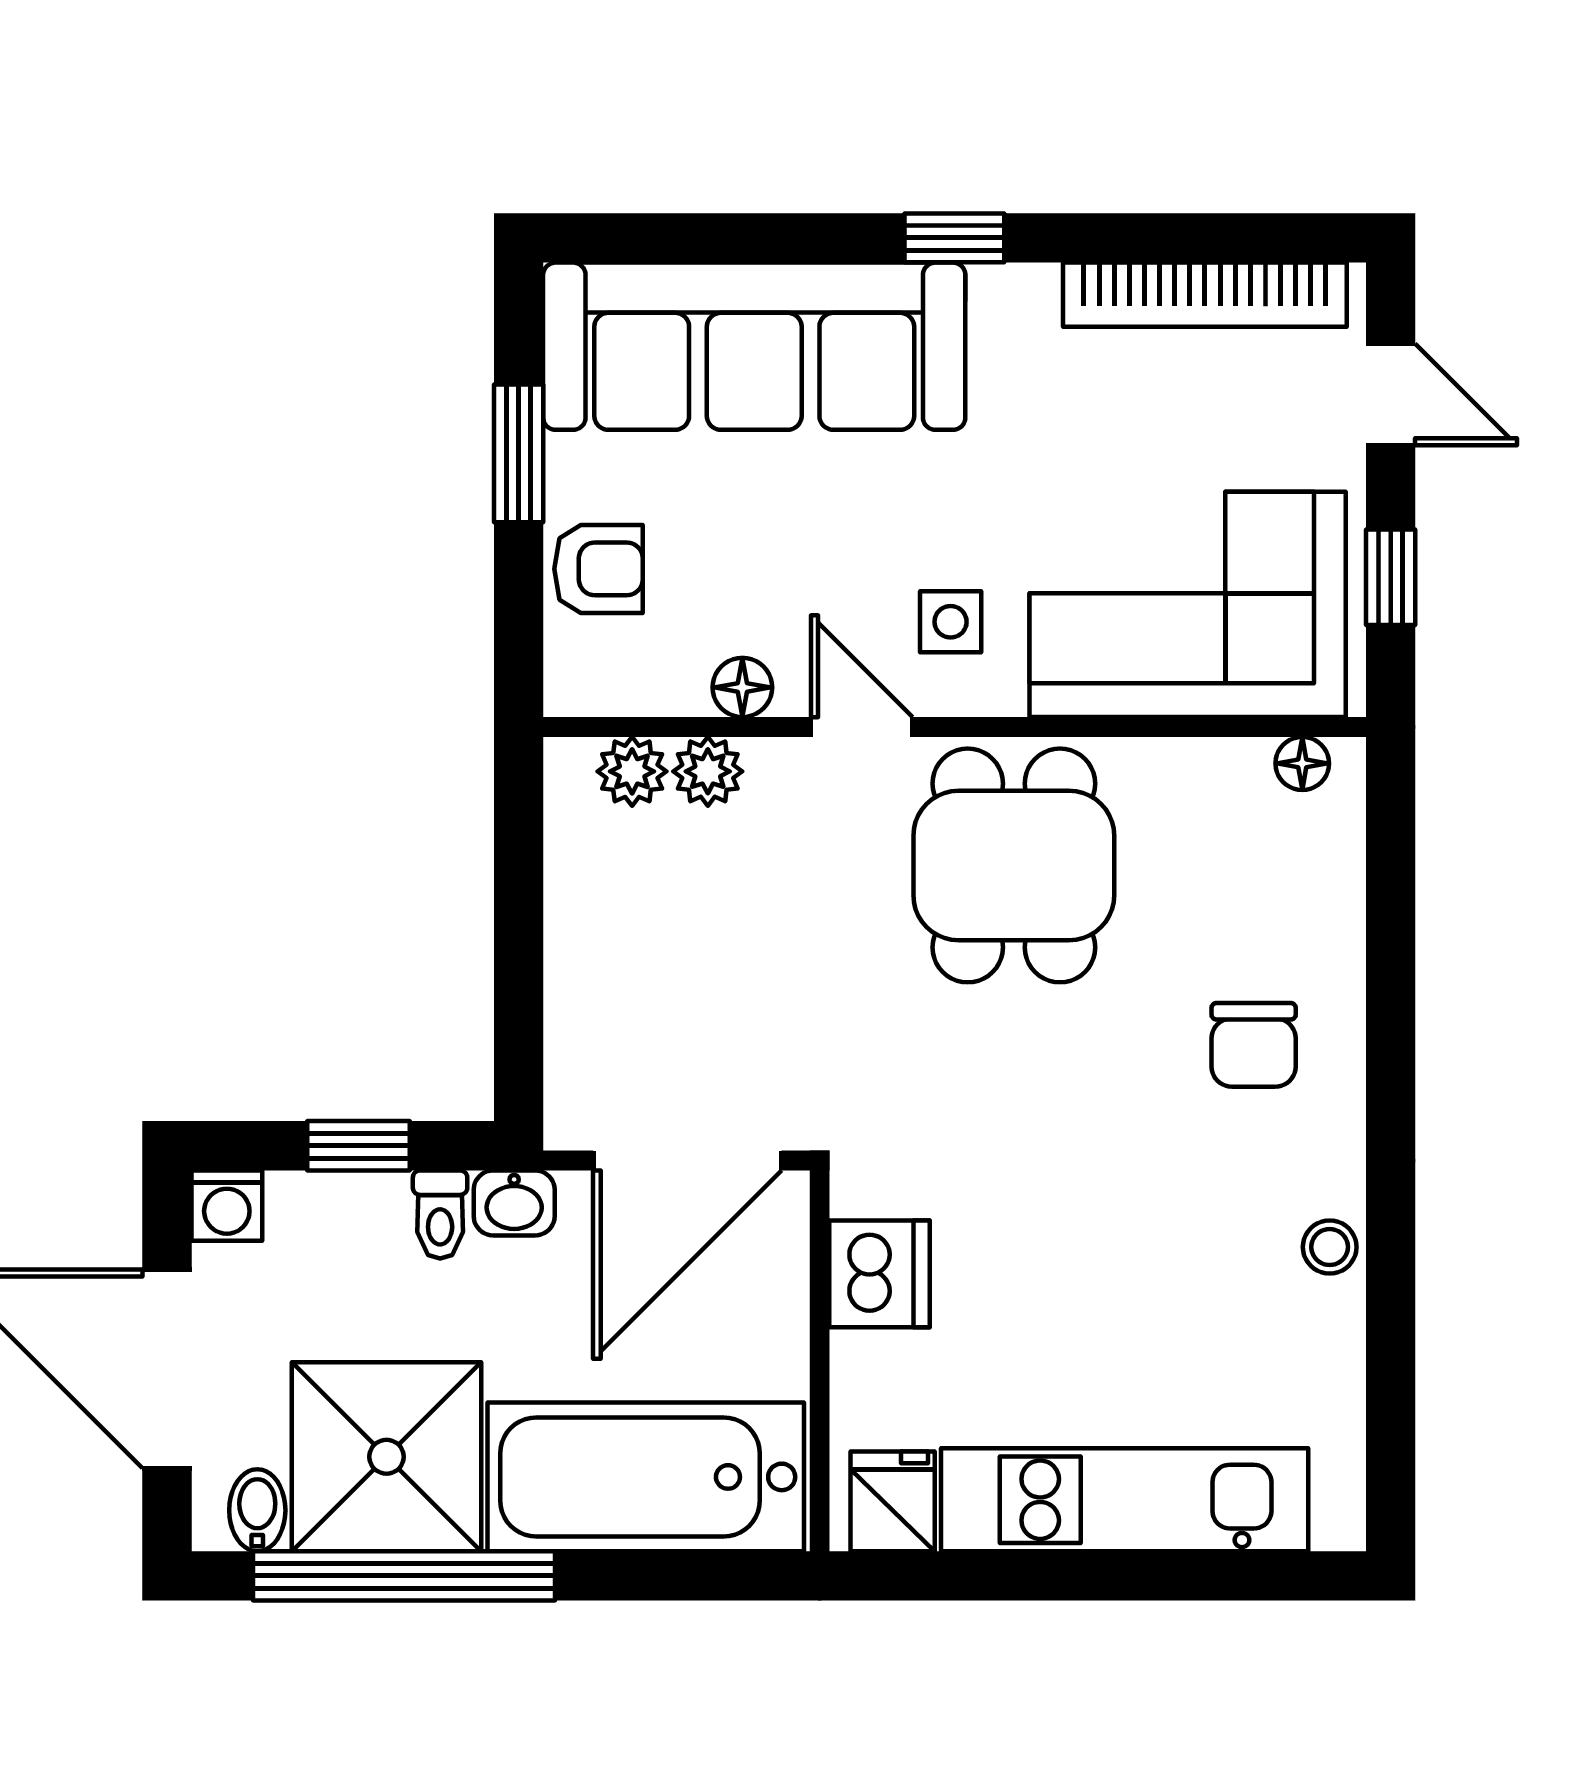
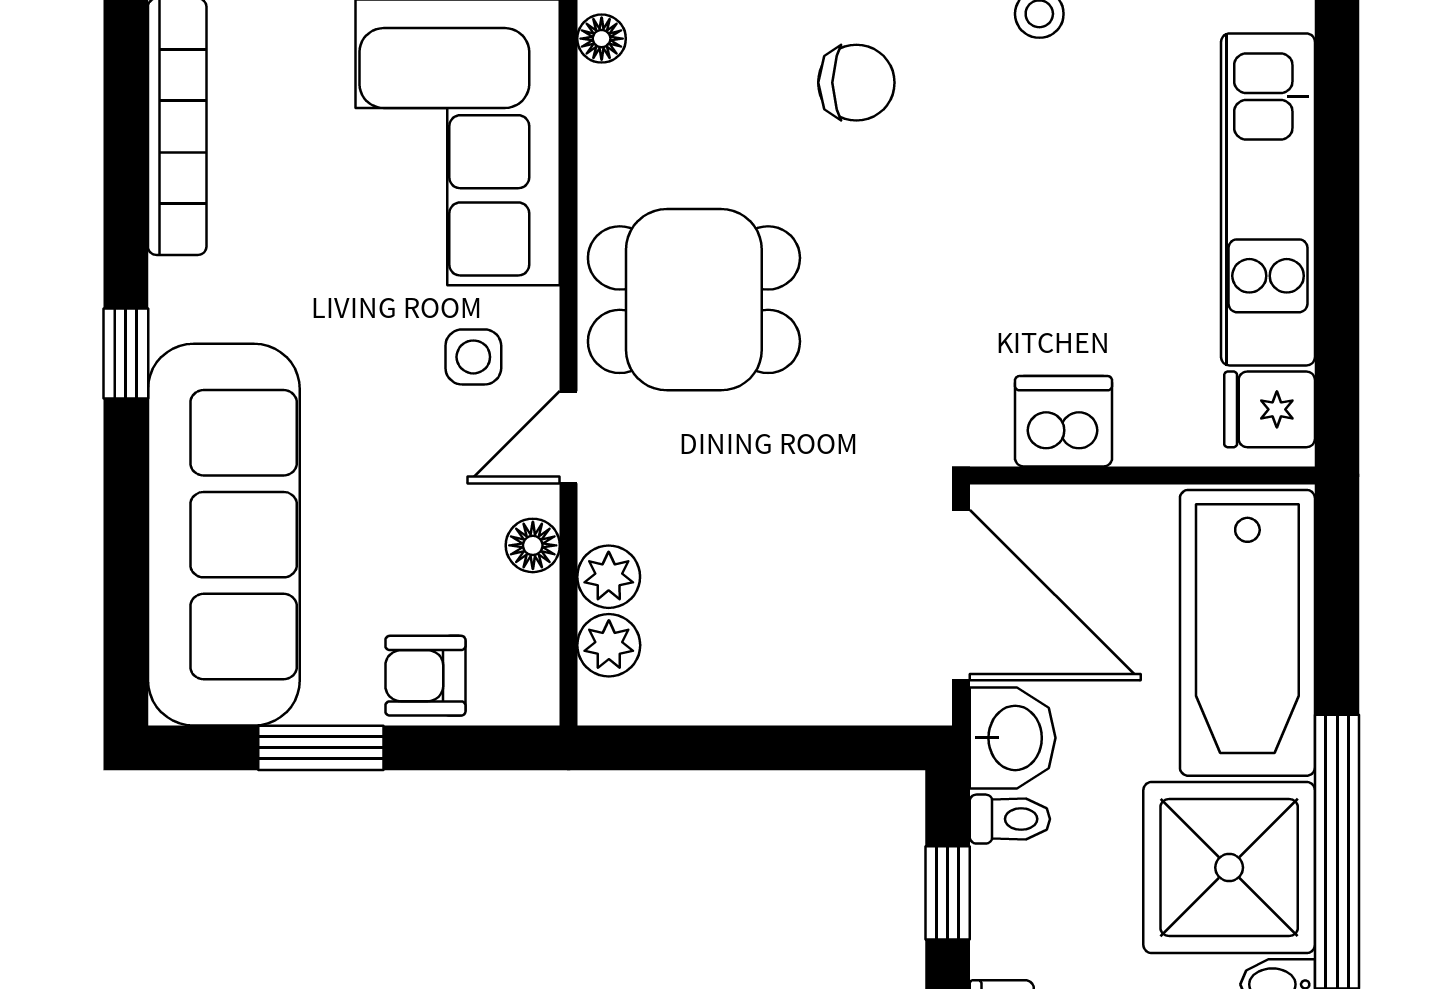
armchair: (598, 569) -> (425, 676), turned -90
washbasin: (514, 1203) -> (1013, 738), width x1.38, depth x1.45

